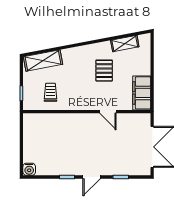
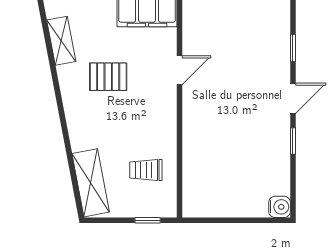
door: (92, 177) -> (293, 98), hinge flipped

